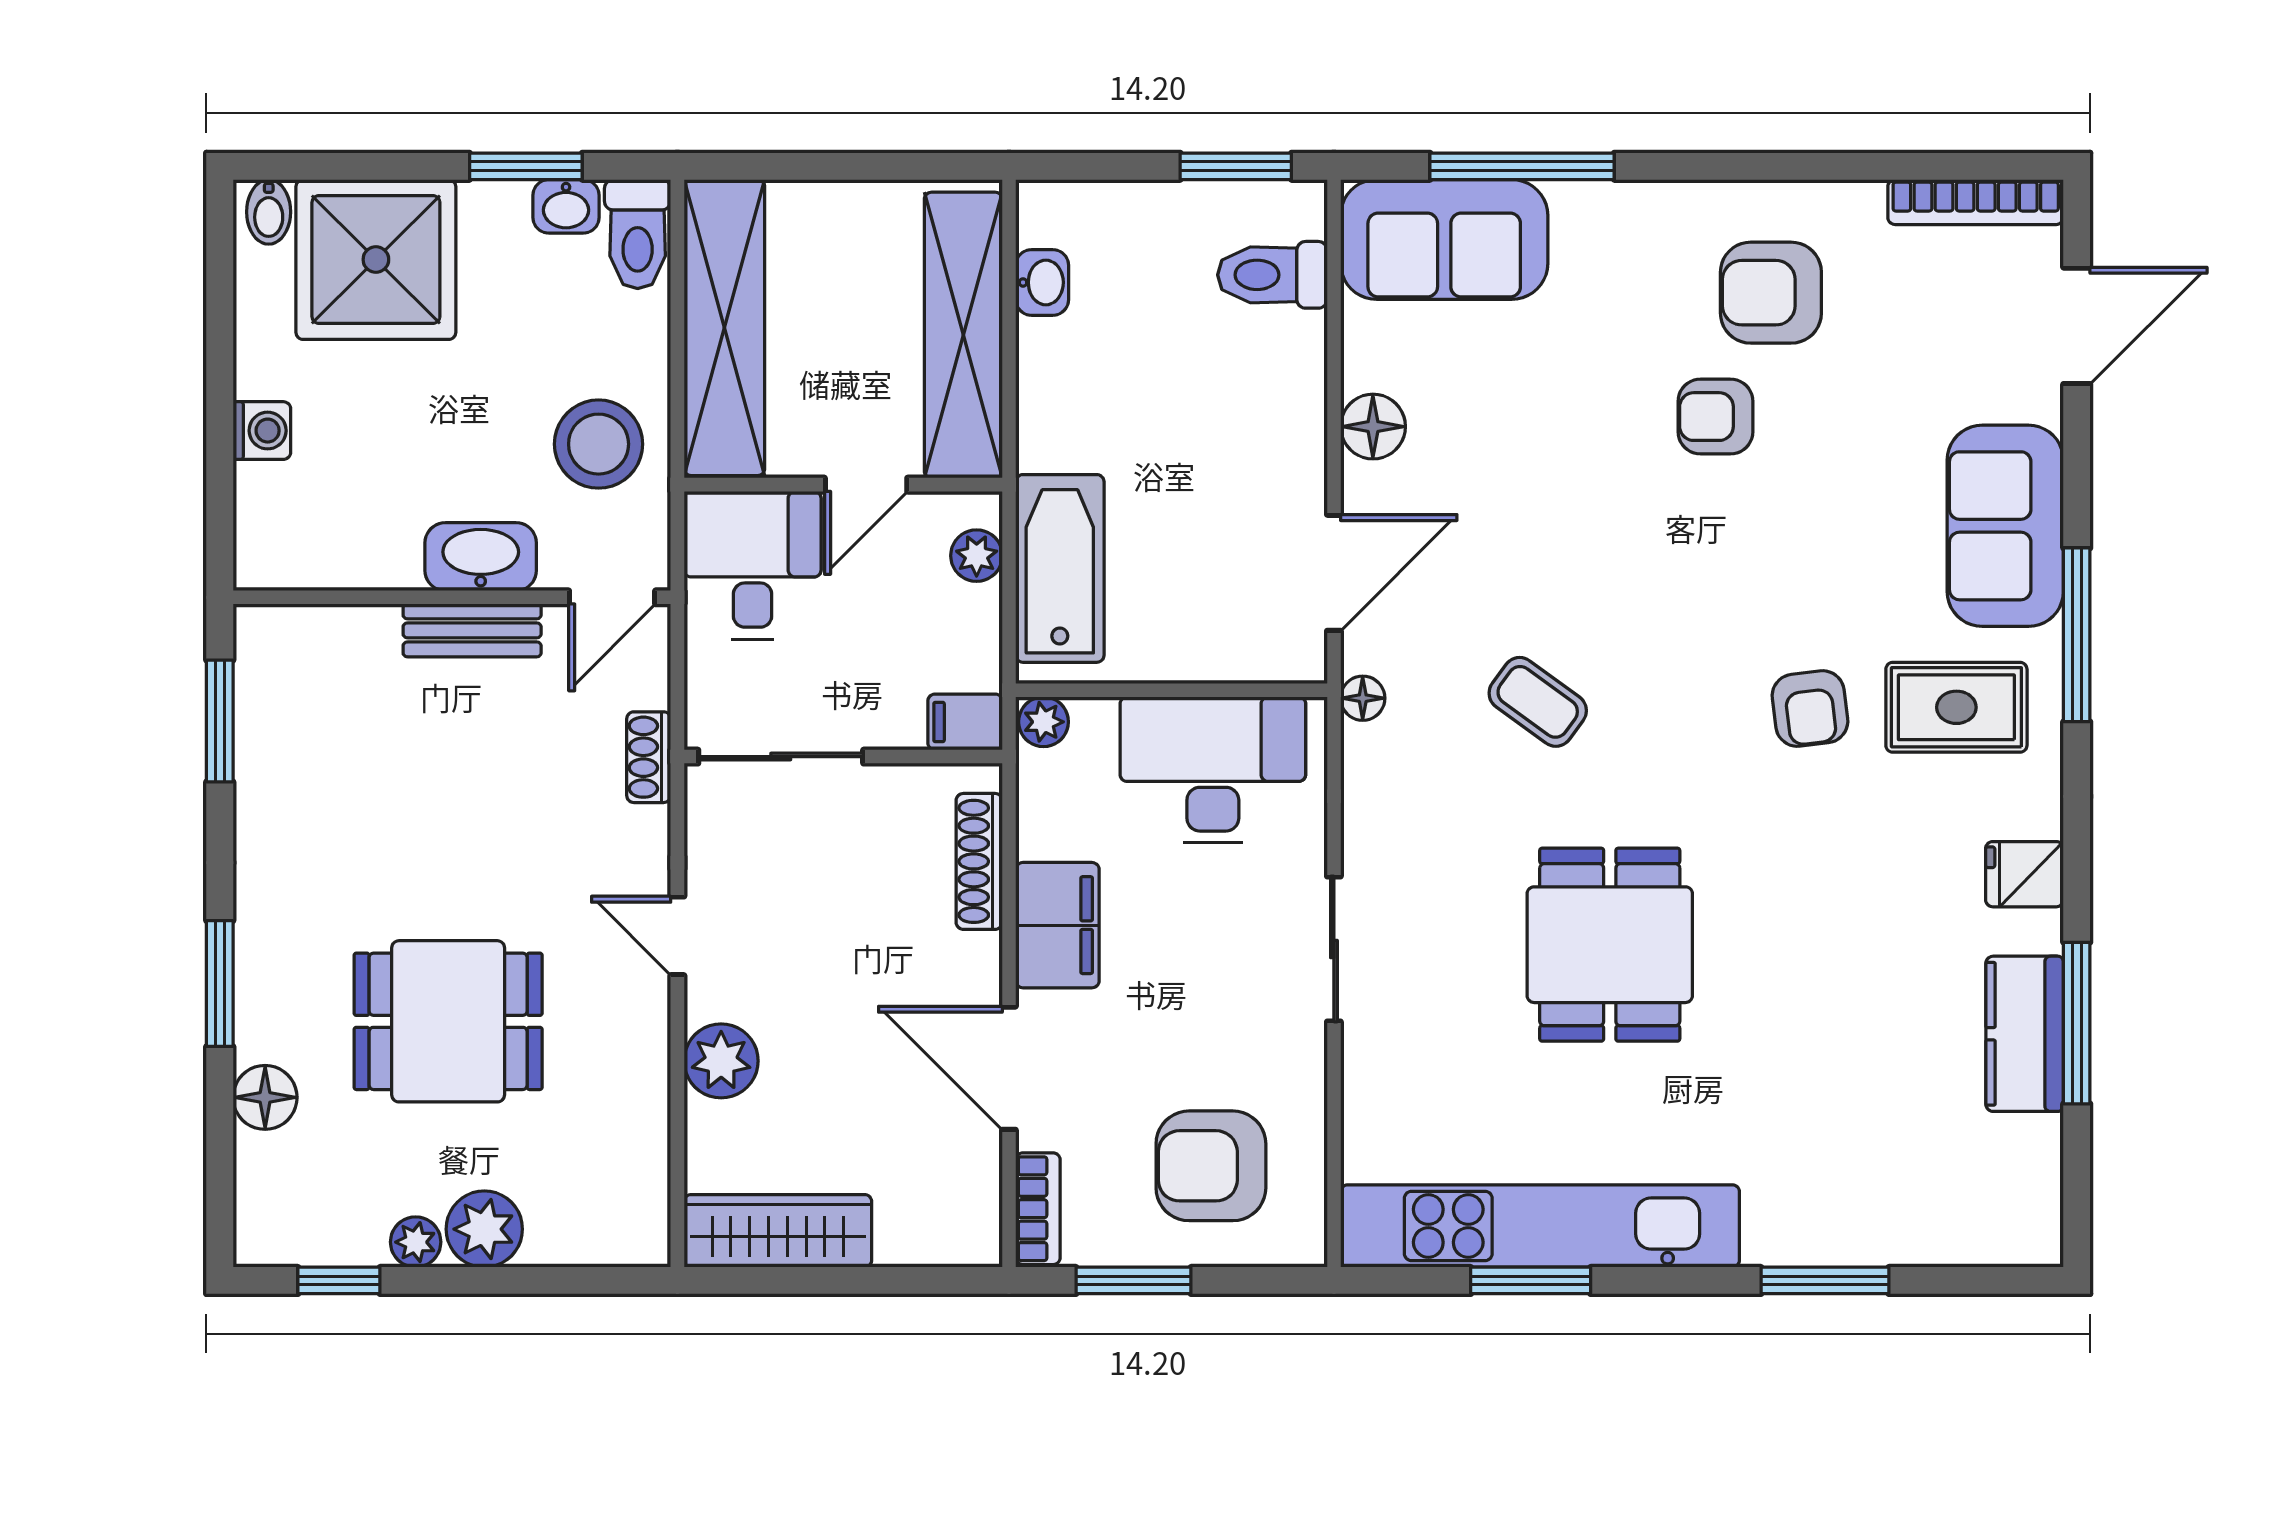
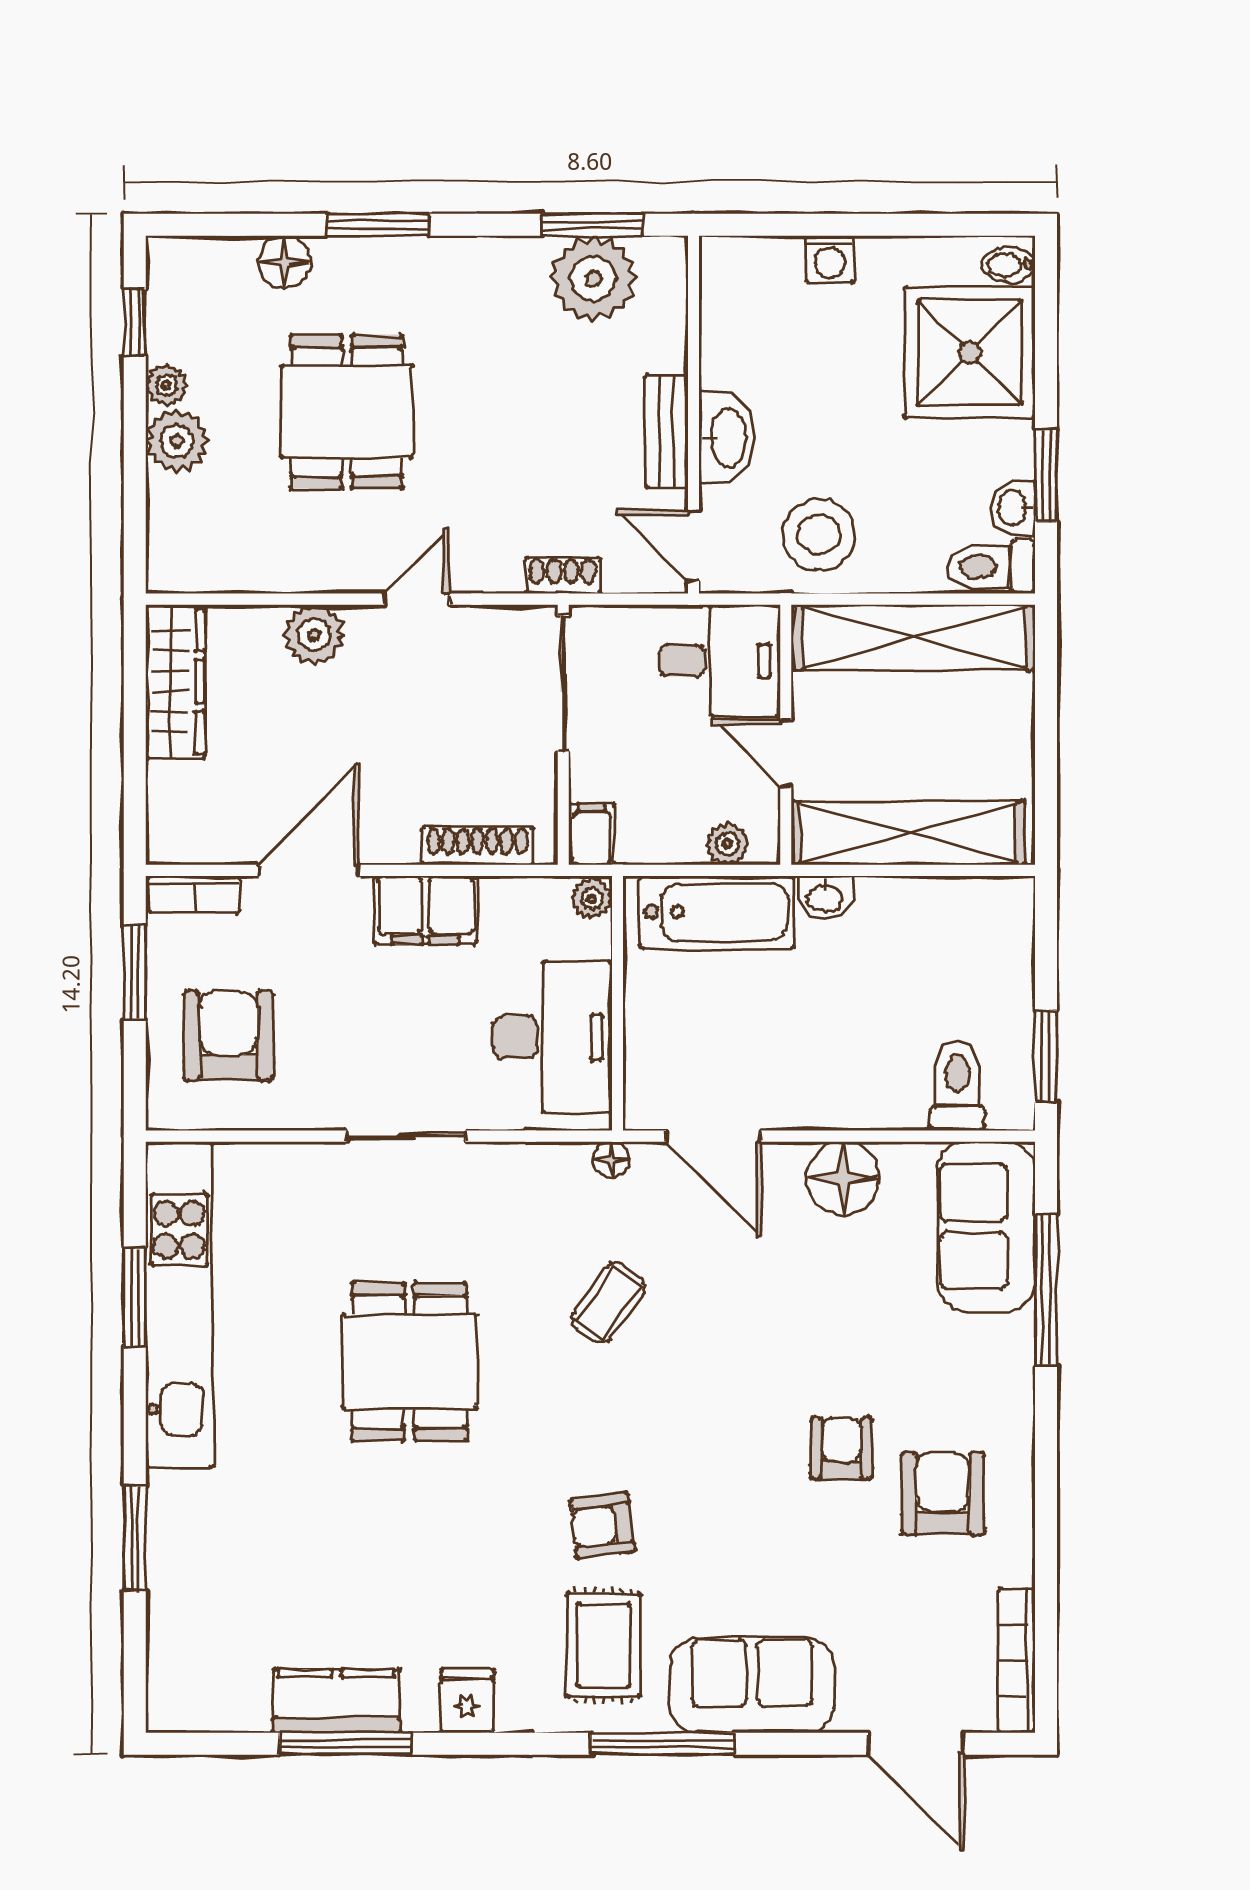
washbasin: (1042, 282) -> (825, 897), moved
floor lamp: (1373, 427) -> (843, 1178), width x1.38, depth x1.38
plant: (285, 720) -> (593, 279), added
dining table: (1610, 945) -> (409, 1362), turned 90

